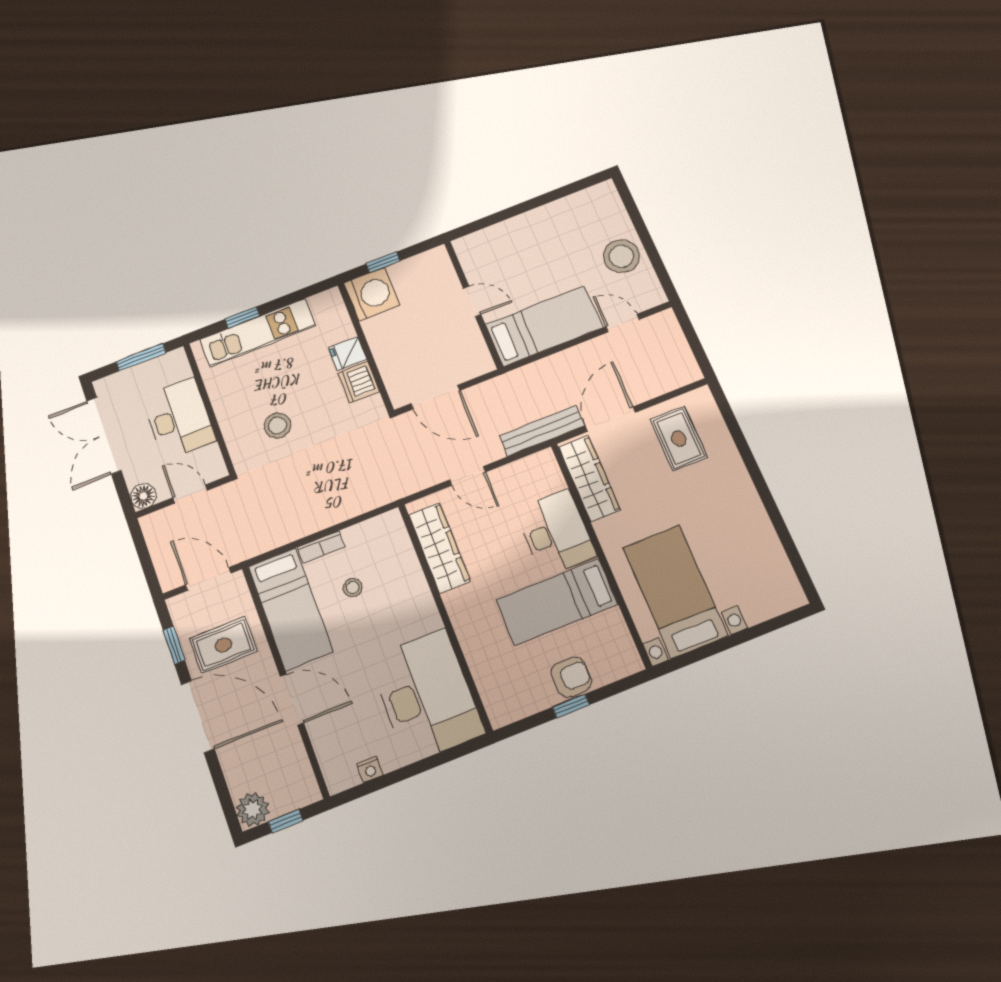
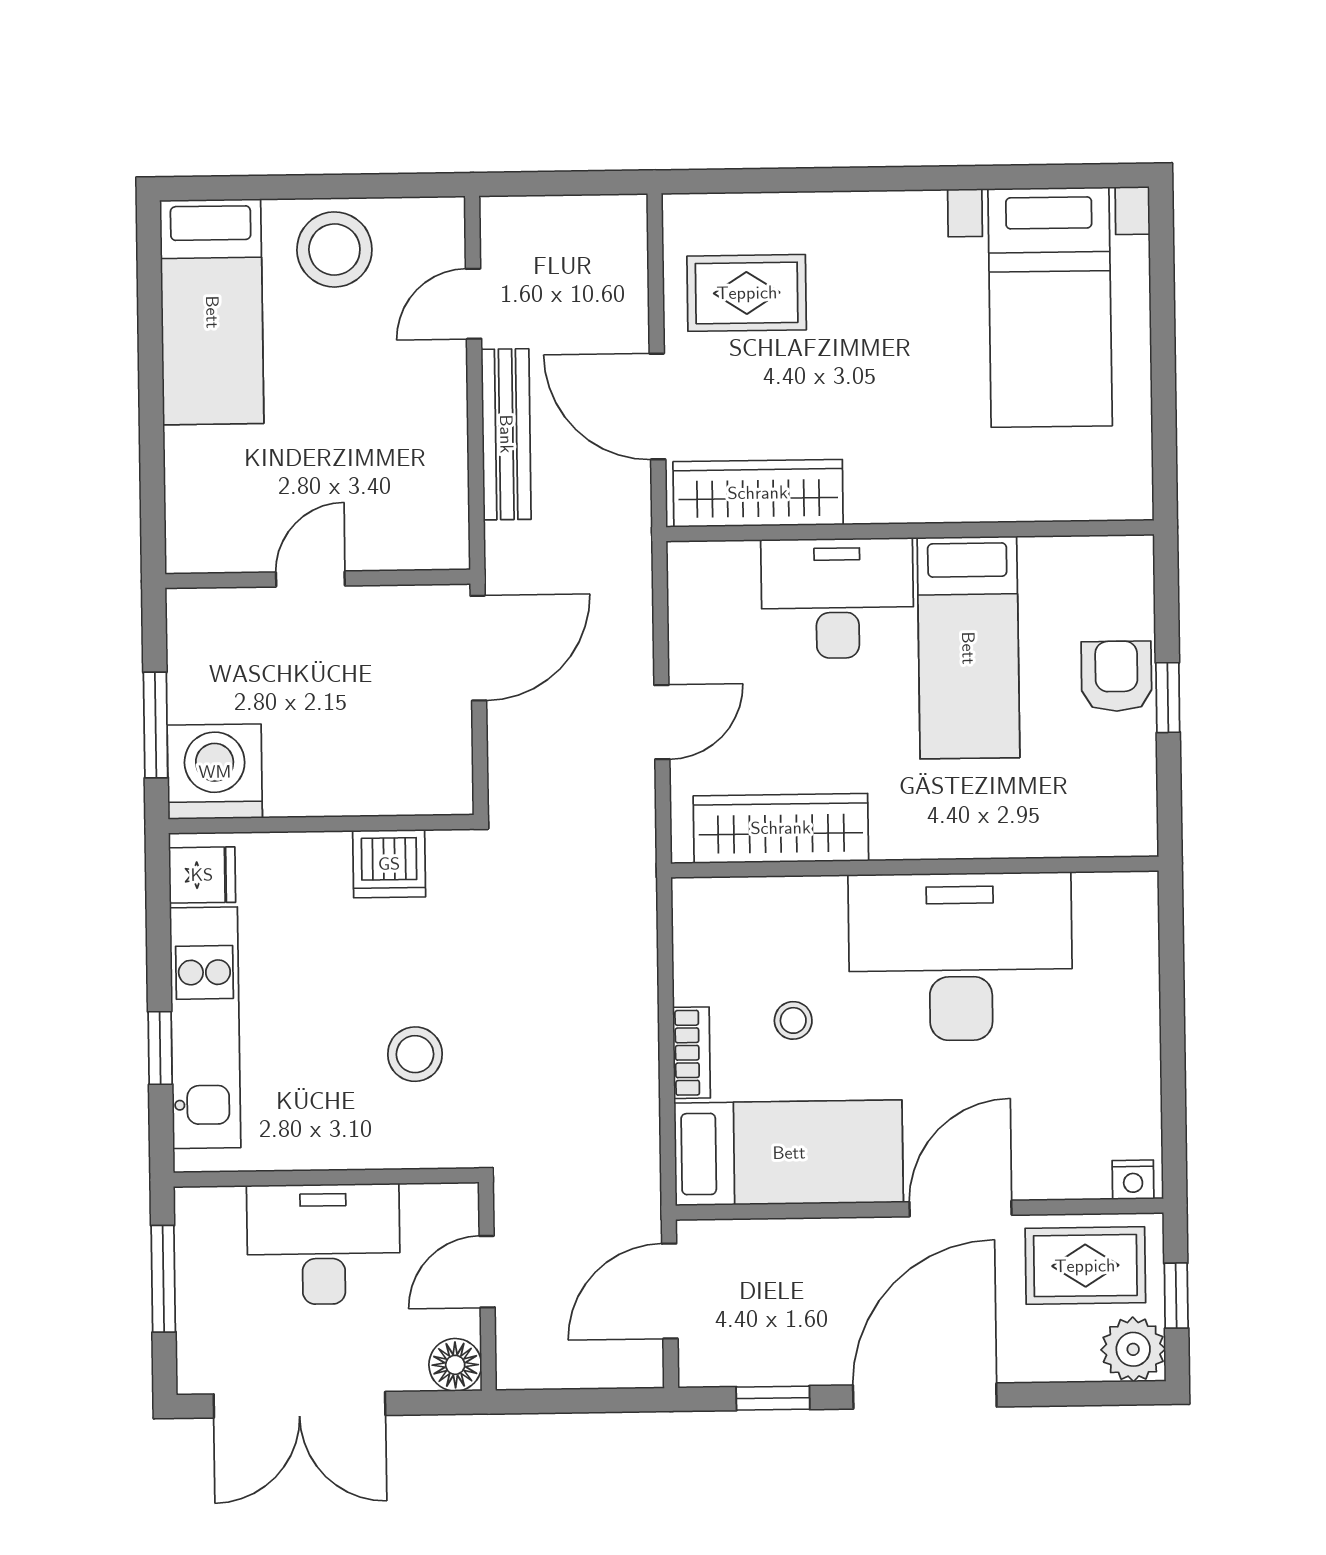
window: (383, 262) -> (156, 725), width x1.50
bed: (544, 326) -> (212, 312), moved, turned 180
fridge: (348, 353) -> (202, 875), moved, turned -90
door: (435, 397) -> (478, 648), moved
bench: (542, 431) -> (506, 434), moved
bed with nightstands: (675, 591) -> (1050, 307), moved, turned -90
rug: (223, 645) -> (1085, 1266), moved, turned 90
desk: (426, 696) -> (960, 957), moved
nightstand: (370, 770) -> (1133, 1180), moved, turned 90

